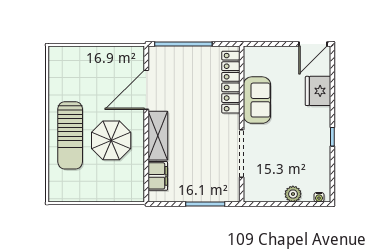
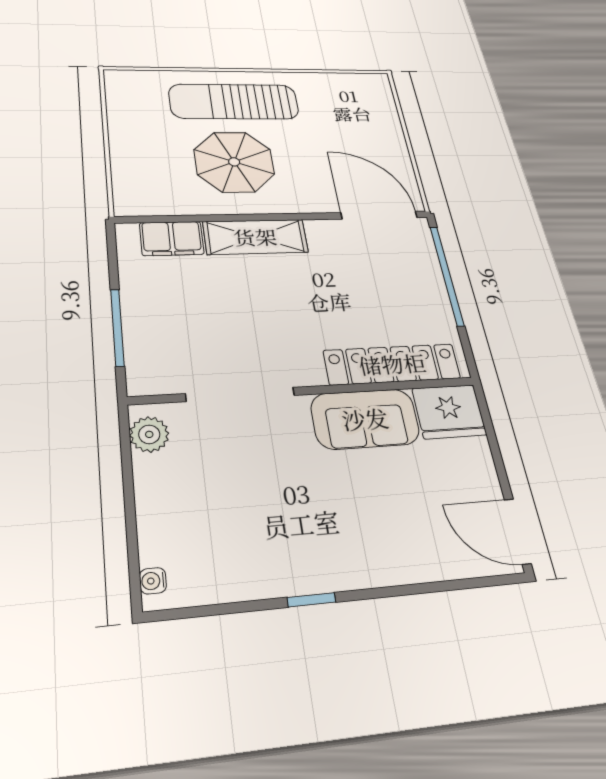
door: (146, 90) -> (379, 215), moved
fridge: (318, 91) -> (449, 412), moved, turned 180
plant: (293, 194) -> (149, 434), moved

